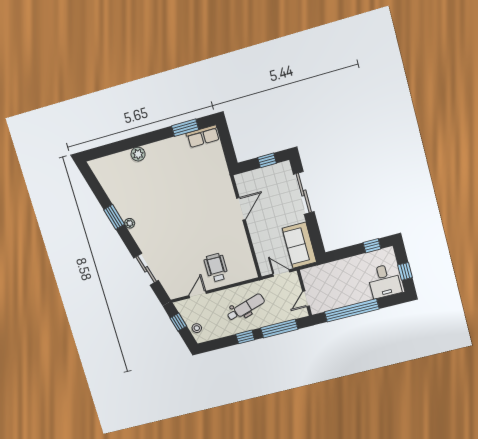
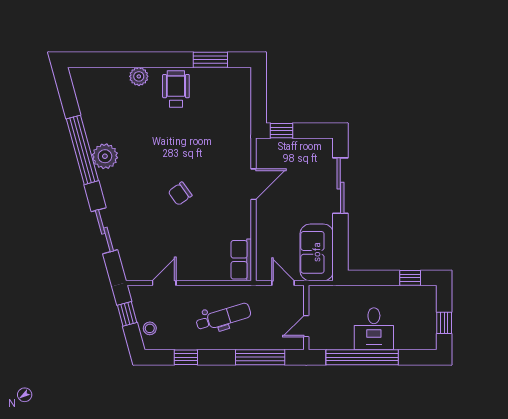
row of seats: (203, 136) -> (241, 260), moved, turned 90
window: (267, 160) -> (282, 131), moved
window: (114, 217) -> (82, 150), width x2.11
plant: (130, 223) -> (105, 156), width x1.87, depth x1.87
chair: (191, 229) -> (180, 194), added
wheelchair: (216, 268) -> (176, 89), moved
desk: (384, 281) -> (374, 329), moved
window: (245, 337) -> (186, 357), moved

